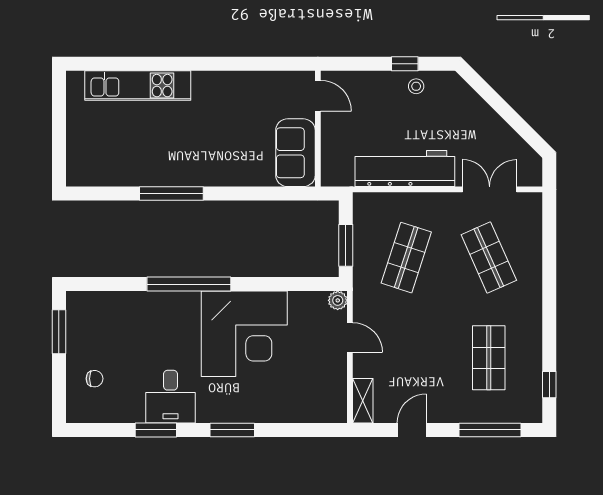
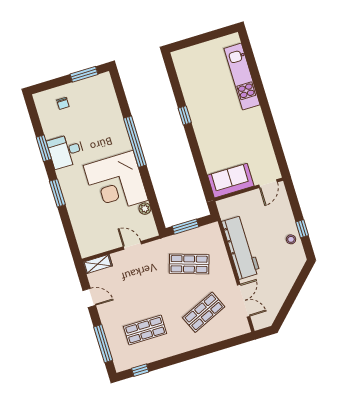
window: (171, 194) -> (185, 115), width x0.46
plant: (338, 300) -> (145, 209), moved
door: (350, 337) -> (132, 245), swing flipped

